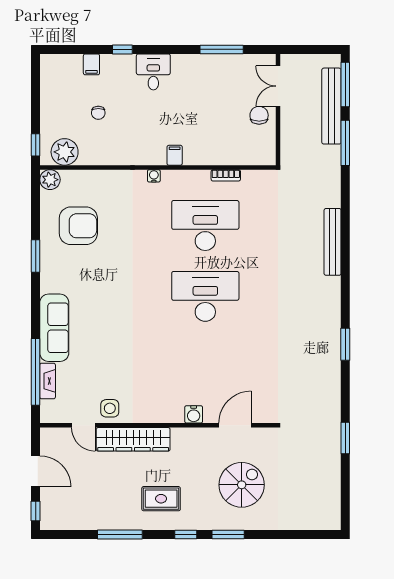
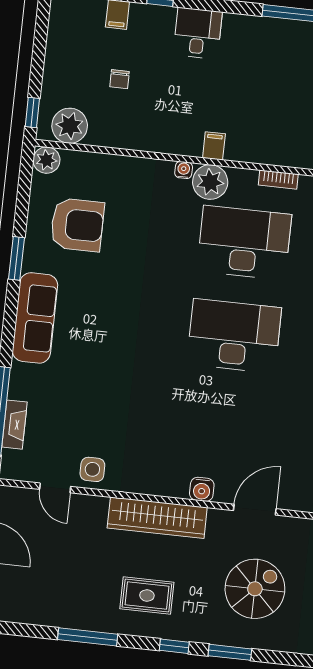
plant: (175, 183) -> (210, 182), added
sofa: (54, 328) -> (35, 318), moved
wardrobe: (133, 439) -> (157, 518), moved

